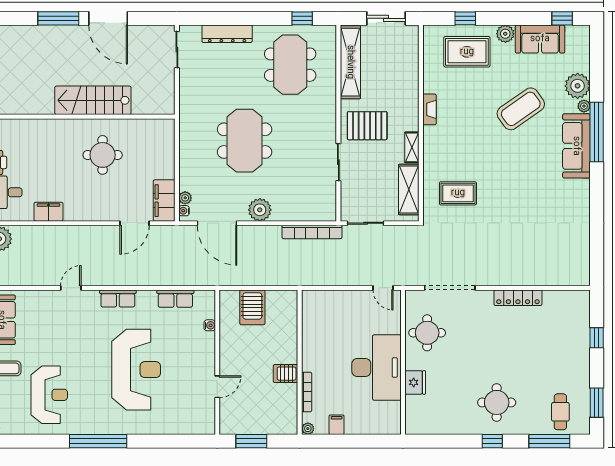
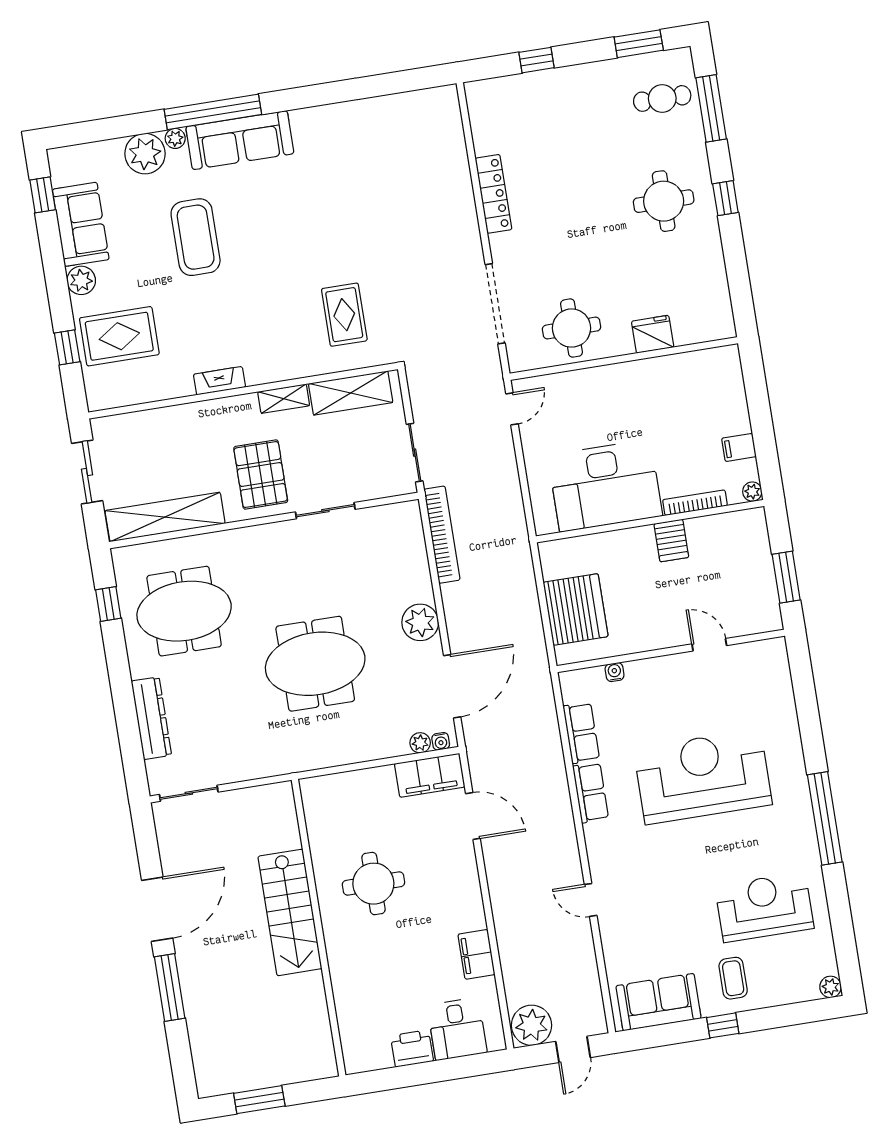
rug: (467, 52) -> (119, 336), turned 90
coffee table: (521, 109) -> (196, 237), turned 35
row of seats: (118, 299) -> (591, 792), moved
server rack: (252, 307) -> (576, 609), width x1.60
desk: (377, 368) -> (605, 486), moved, turned 180

